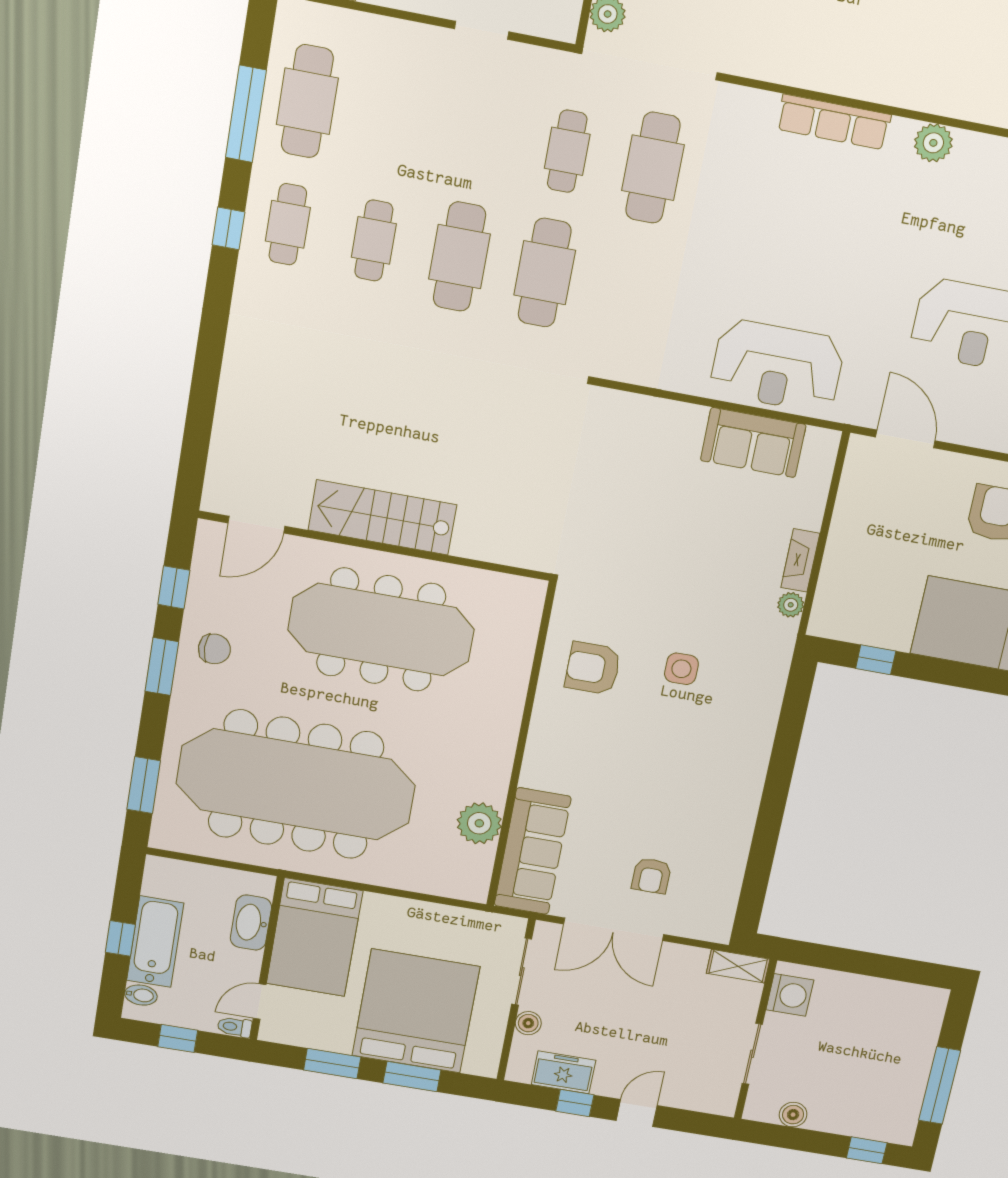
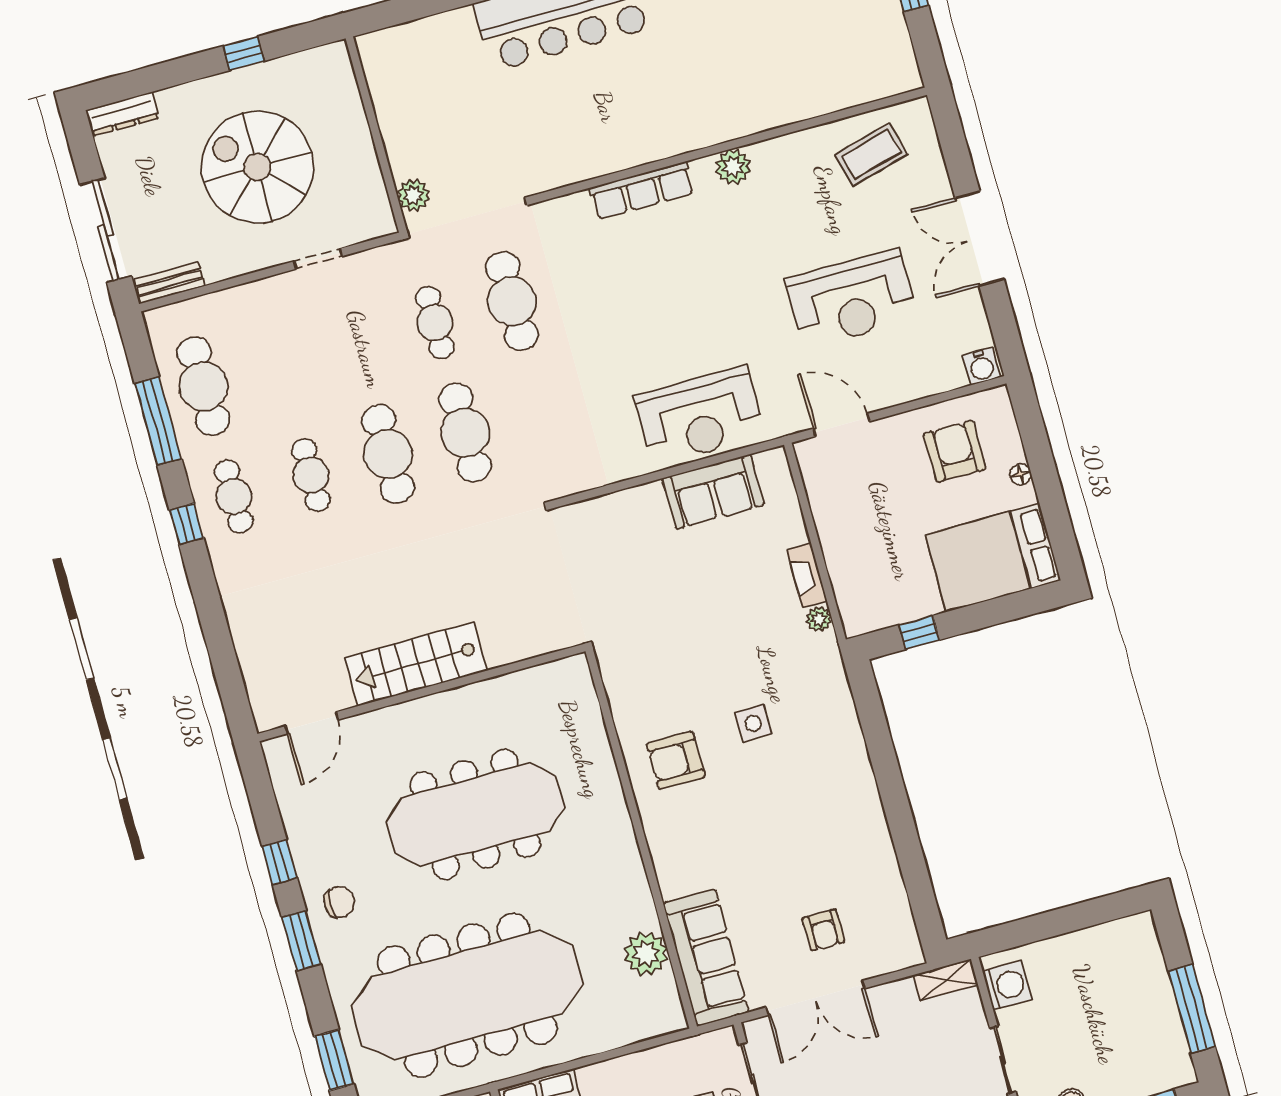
stairs: (382, 517) -> (416, 664), moved
door: (256, 525) -> (312, 723), moved
wall: (375, 546) -> (421, 693), moved

